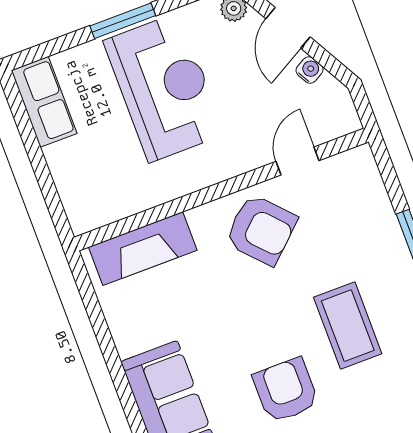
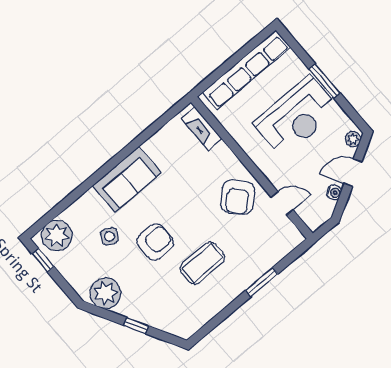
row of seats: (44, 102) -> (247, 70), width x2.02
fireplace: (143, 249) -> (201, 129), width x0.73, depth x0.76

